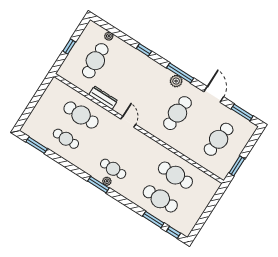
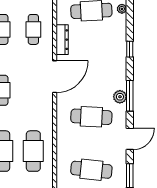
cafe table: (81, 115) -> (33, 29), width x0.73, depth x0.74
door: (128, 122) -> (55, 77), width x1.87

